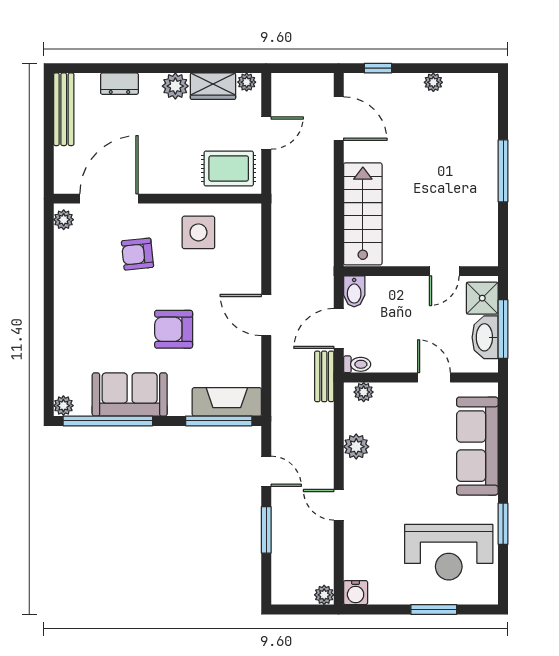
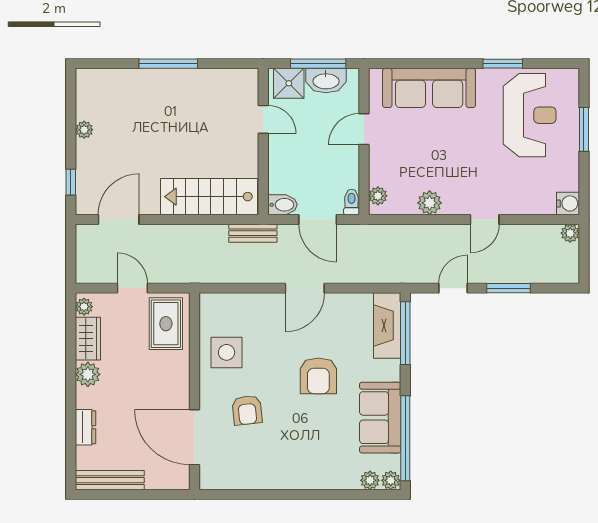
plant: (64, 220) -> (370, 480), moved
bench: (324, 376) -> (253, 233), moved

